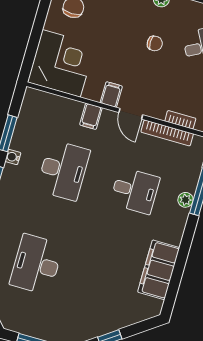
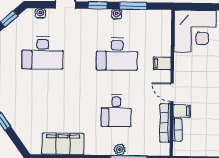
filing cabinet: (111, 95) -> (182, 111), moved
door: (131, 114) -> (172, 92), hinge flipped
desk: (36, 264) -> (42, 53), turned 180

